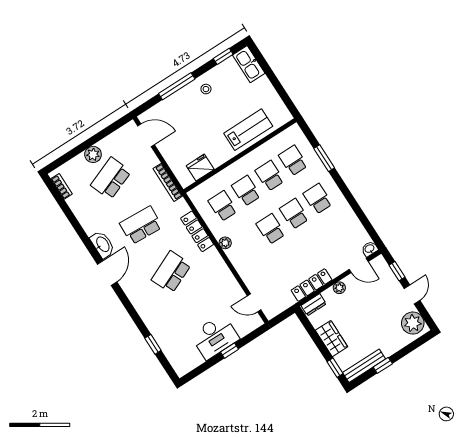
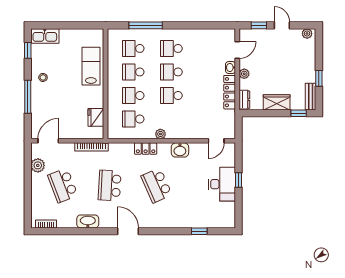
plant: (93, 154) -> (38, 165), moved
window: (324, 158) -> (146, 25), width x1.44
locker: (197, 231) -> (146, 149), width x0.66
washbasin: (102, 245) -> (88, 221), moved
washbasin: (370, 249) -> (231, 68), moved
washbasin: (222, 273) -> (180, 150), added
plant: (413, 323) -> (307, 34), width x0.53, depth x0.53
bench: (364, 366) -> (311, 97), width x0.73

